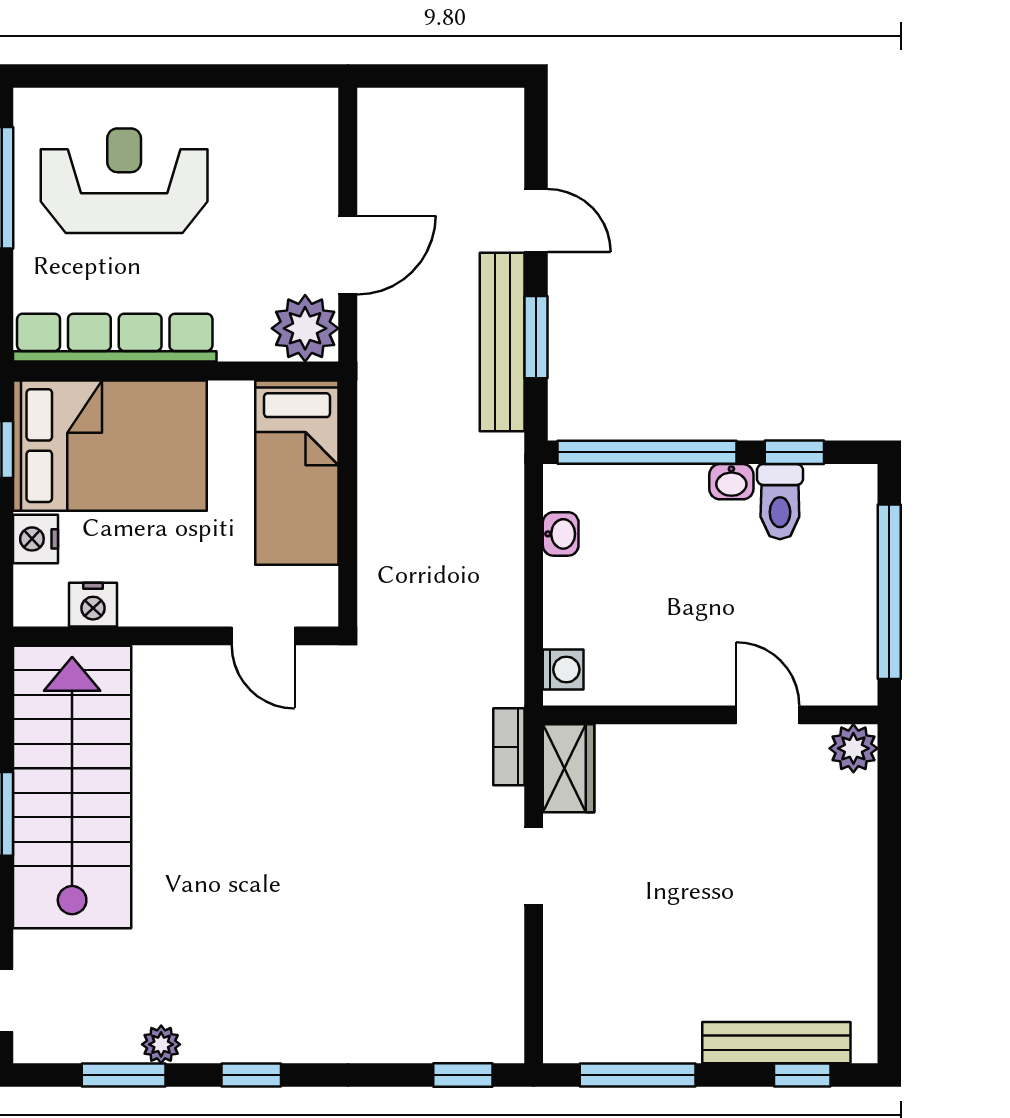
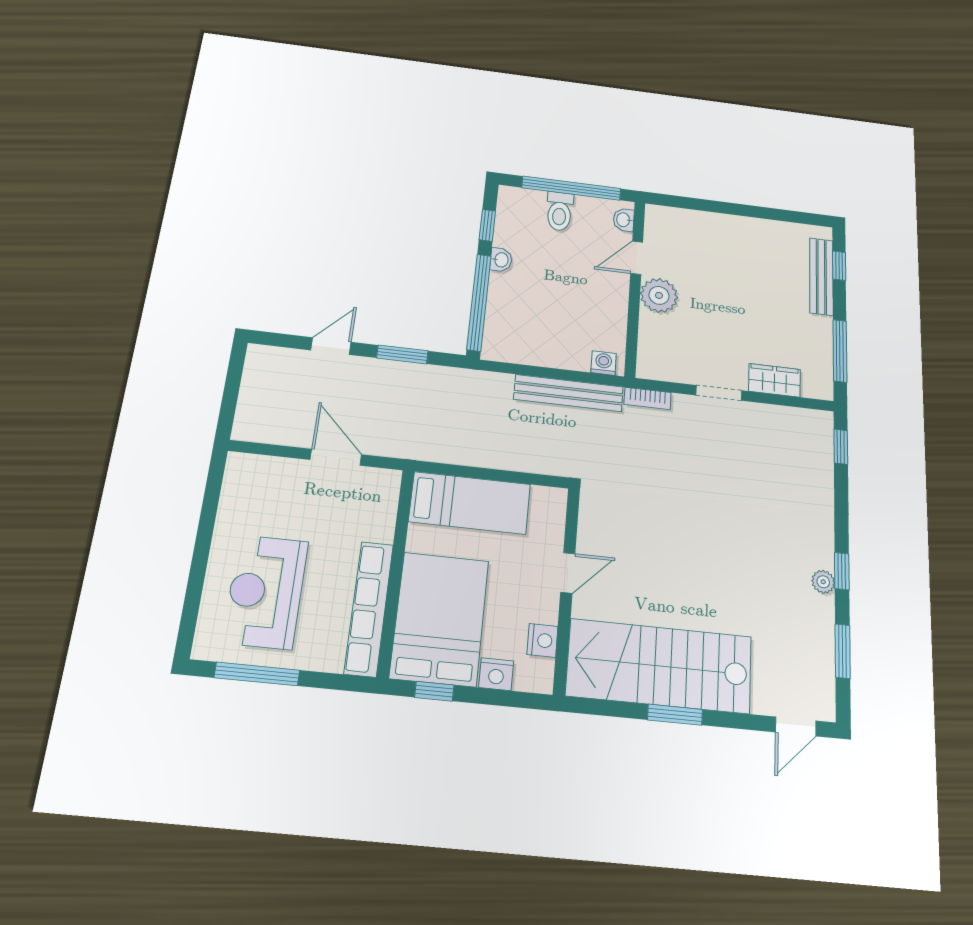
plant: (305, 328) -> (379, 488), removed
bench: (502, 342) -> (569, 393), moved
toilet: (780, 502) -> (560, 211), moved, turned 90
washbasin: (561, 534) -> (624, 220), moved, turned -90
door: (263, 636) -> (568, 573), moved
plant: (853, 748) -> (659, 295), moved, width x1.36, depth x1.36
wardrobe: (569, 768) -> (774, 380), moved
plant: (161, 1044) -> (823, 582), moved

